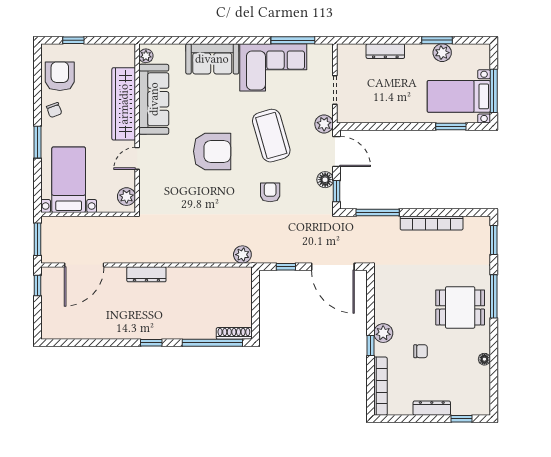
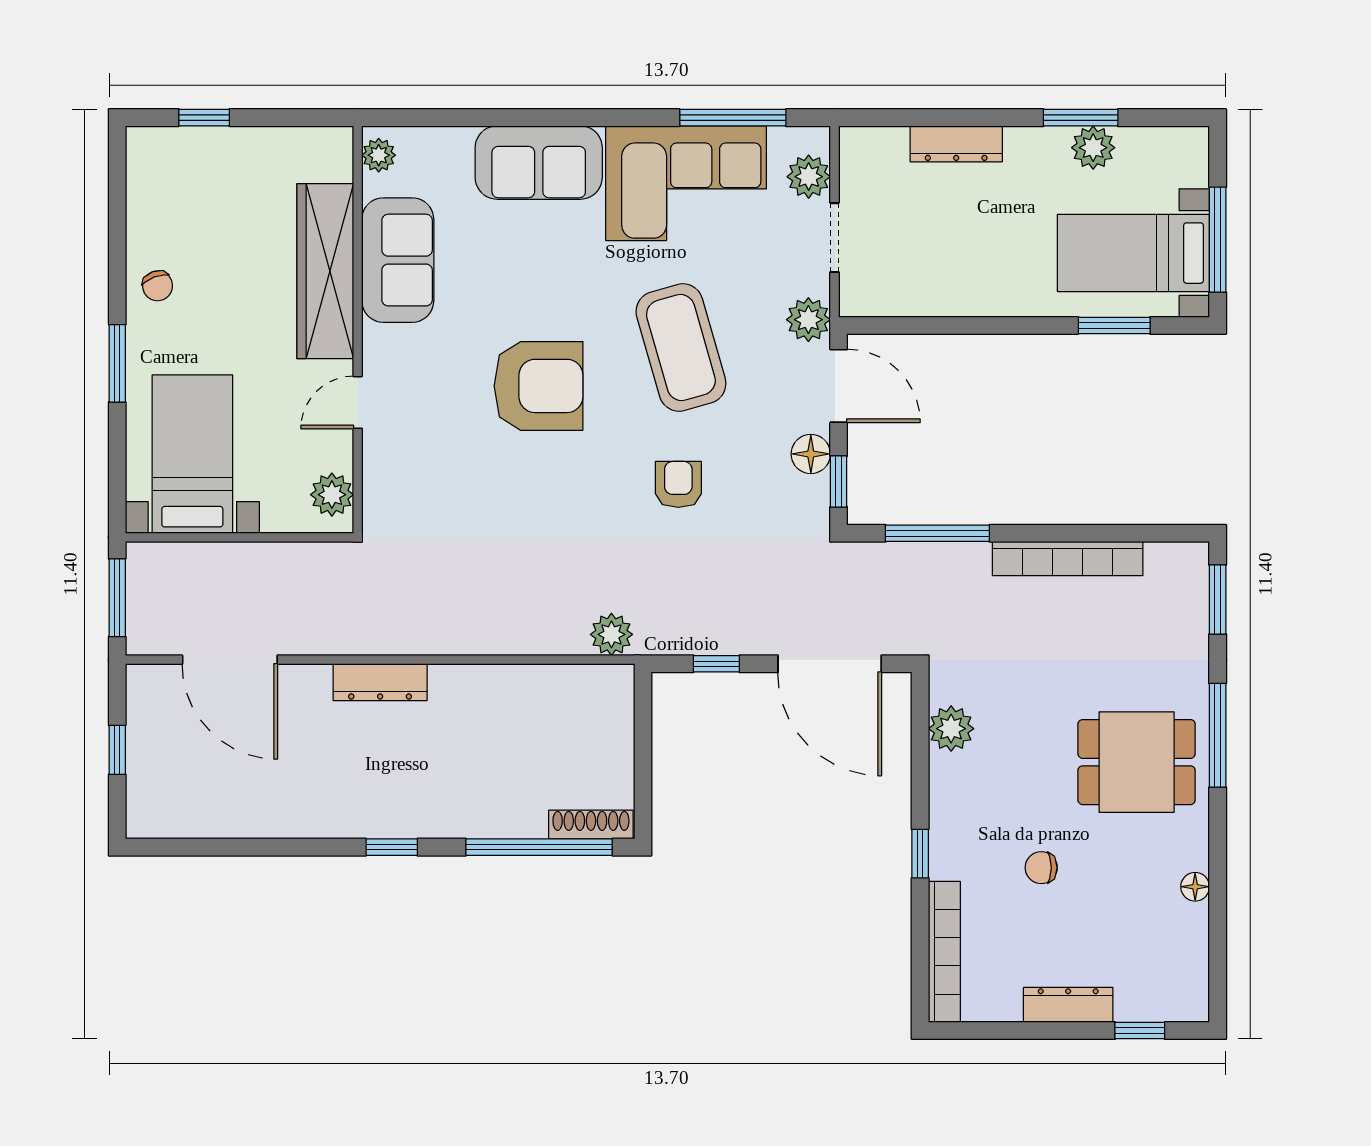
plant: (324, 65) -> (809, 177), added
armchair: (60, 76) -> (171, 204), removed
sofa: (154, 99) -> (398, 260), width x0.73
door: (84, 265) -> (230, 660), hinge flipped
window: (37, 286) -> (117, 750), moved
plant: (383, 333) -> (951, 729), moved
chair: (421, 351) -> (1041, 868), turned 180

